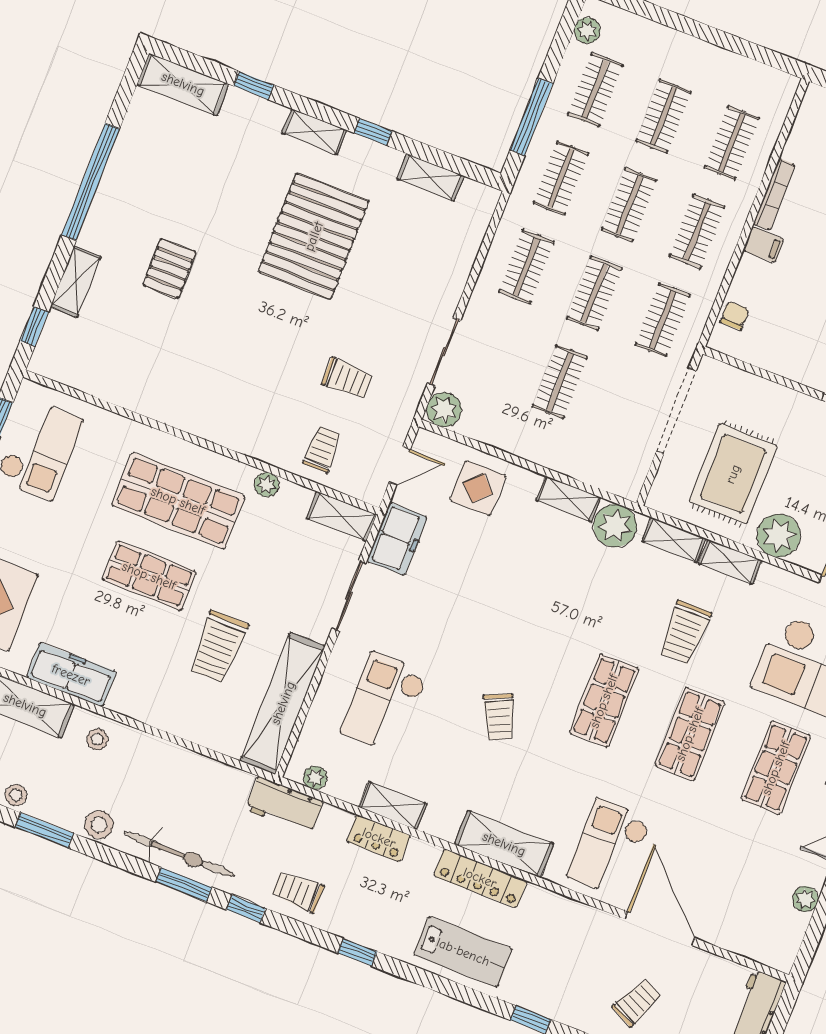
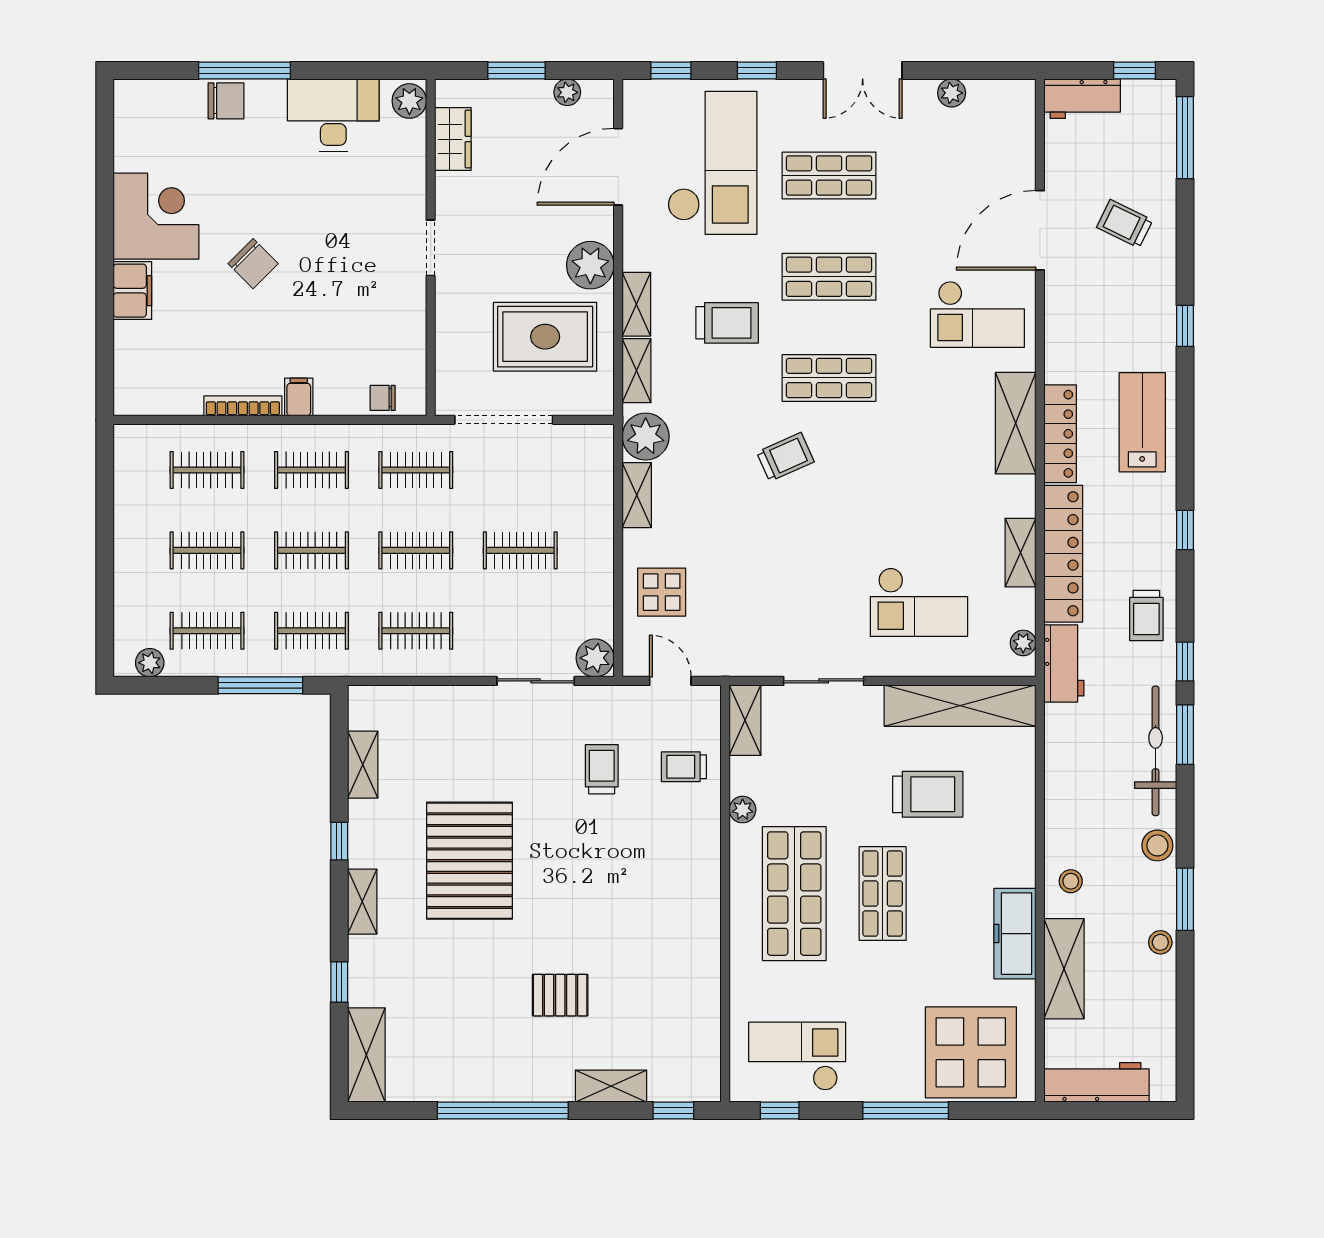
pallet: (314, 236) -> (469, 861), turned 90
freezer: (397, 539) -> (746, 654), removed
trolley: (499, 717) -> (785, 457), moved
locker: (379, 838) -> (1063, 554), width x2.16, depth x1.21

